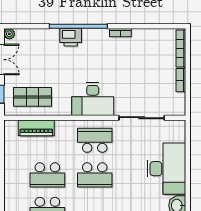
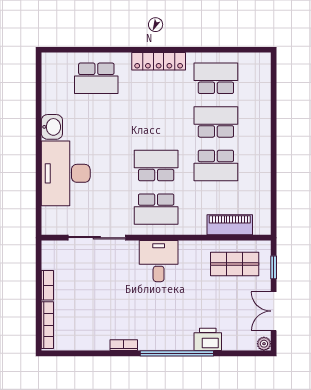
printer: (71, 37) -> (208, 339), moved
desk: (93, 99) -> (159, 261), width x0.73
school desk: (47, 175) -> (216, 166), turned 180

